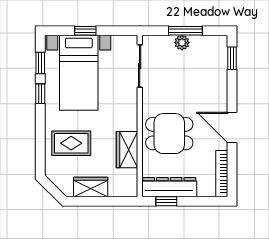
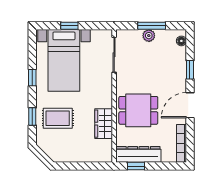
floor lamp: (222, 49) -> (181, 41), added
window: (232, 58) -> (190, 70), moved
window: (40, 63) -> (32, 116), moved
door: (232, 127) -> (190, 105), hinge flipped
wardrobe: (91, 187) -> (74, 154), removed

